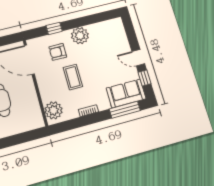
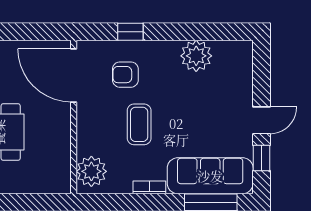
plant: (80, 36) -> (196, 56), moved
door: (138, 58) -> (261, 120), swing flipped
sofa: (126, 93) -> (210, 176), width x1.36

